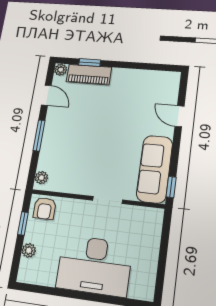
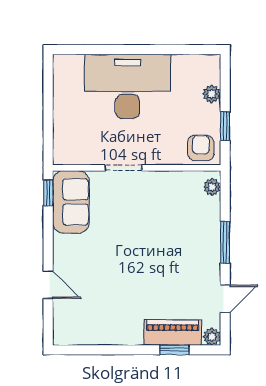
door: (46, 95) -> (225, 299), swing flipped
sofa: (155, 169) -> (71, 202), width x0.73

